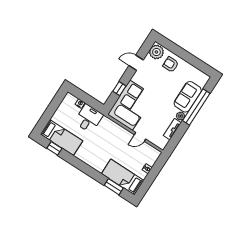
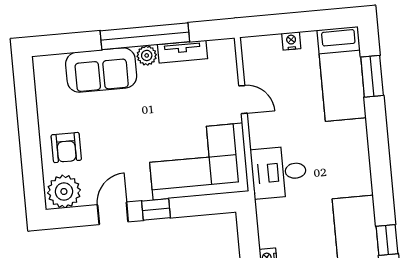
door: (136, 63) -> (113, 213), swing flipped
window: (119, 89) -> (156, 209), moved
window: (196, 107) -> (145, 36), moved
desk: (89, 118) -> (279, 172), moved

